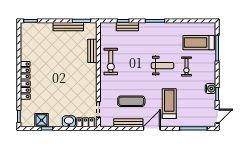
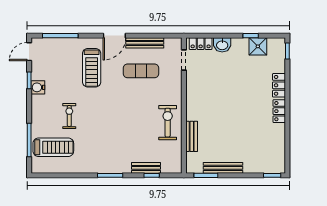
weight bench: (163, 66) -> (100, 117), removed

